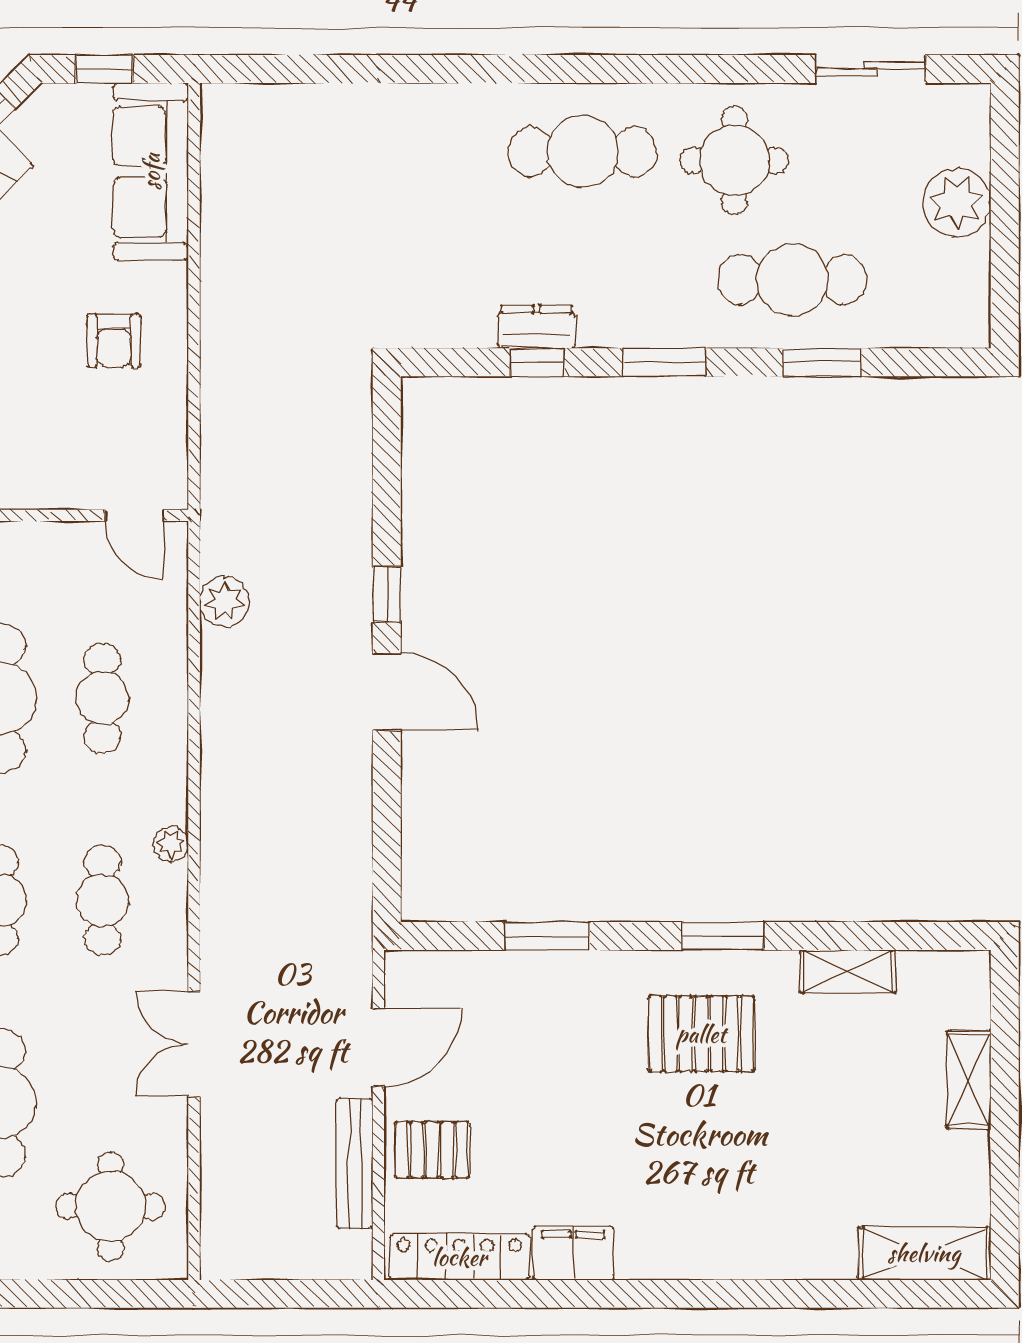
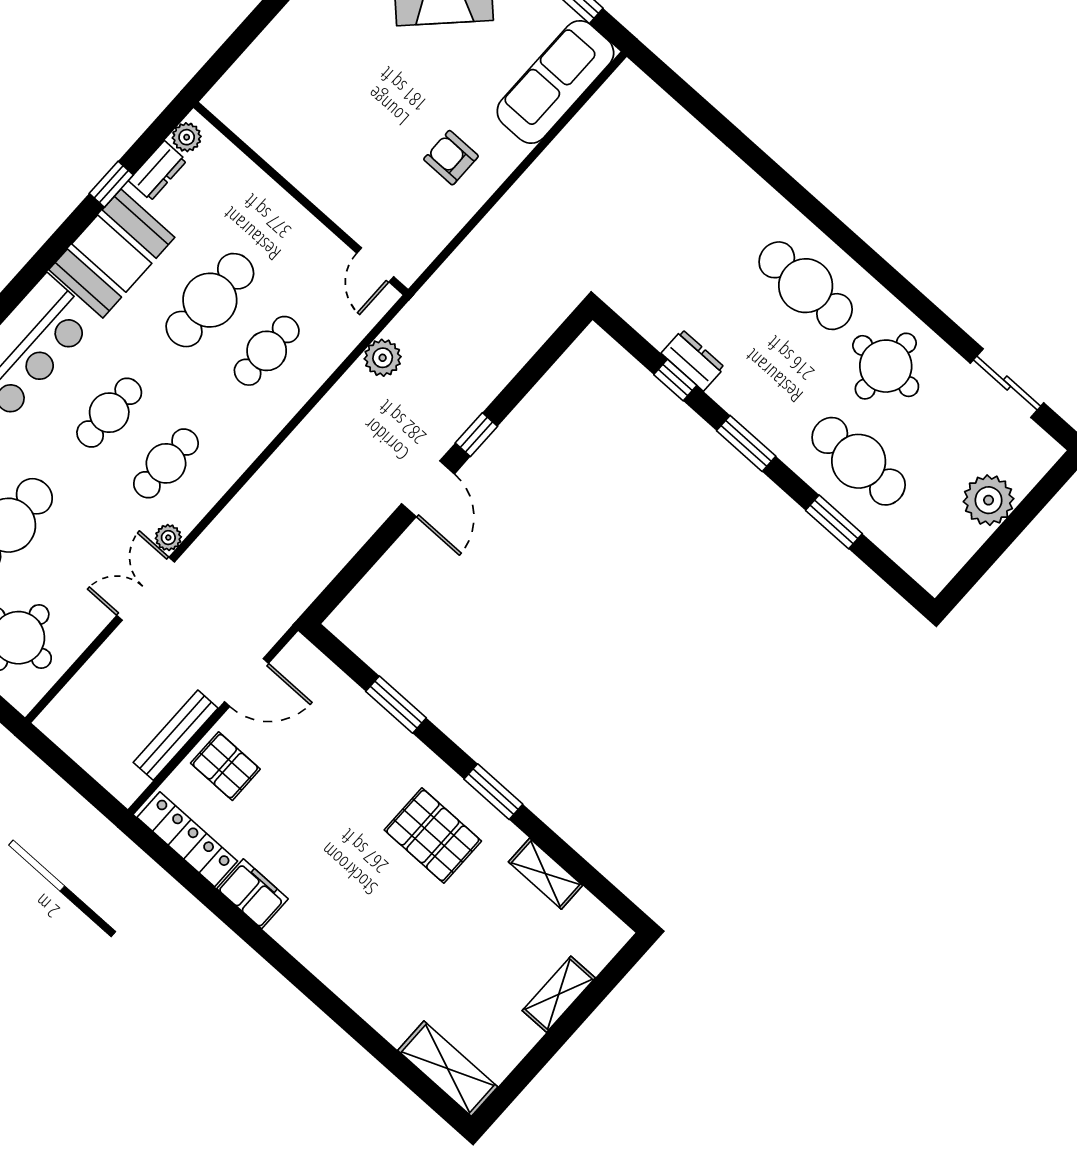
armchair: (114, 341) -> (451, 158), turned 90
plant: (171, 844) -> (168, 538), moved

